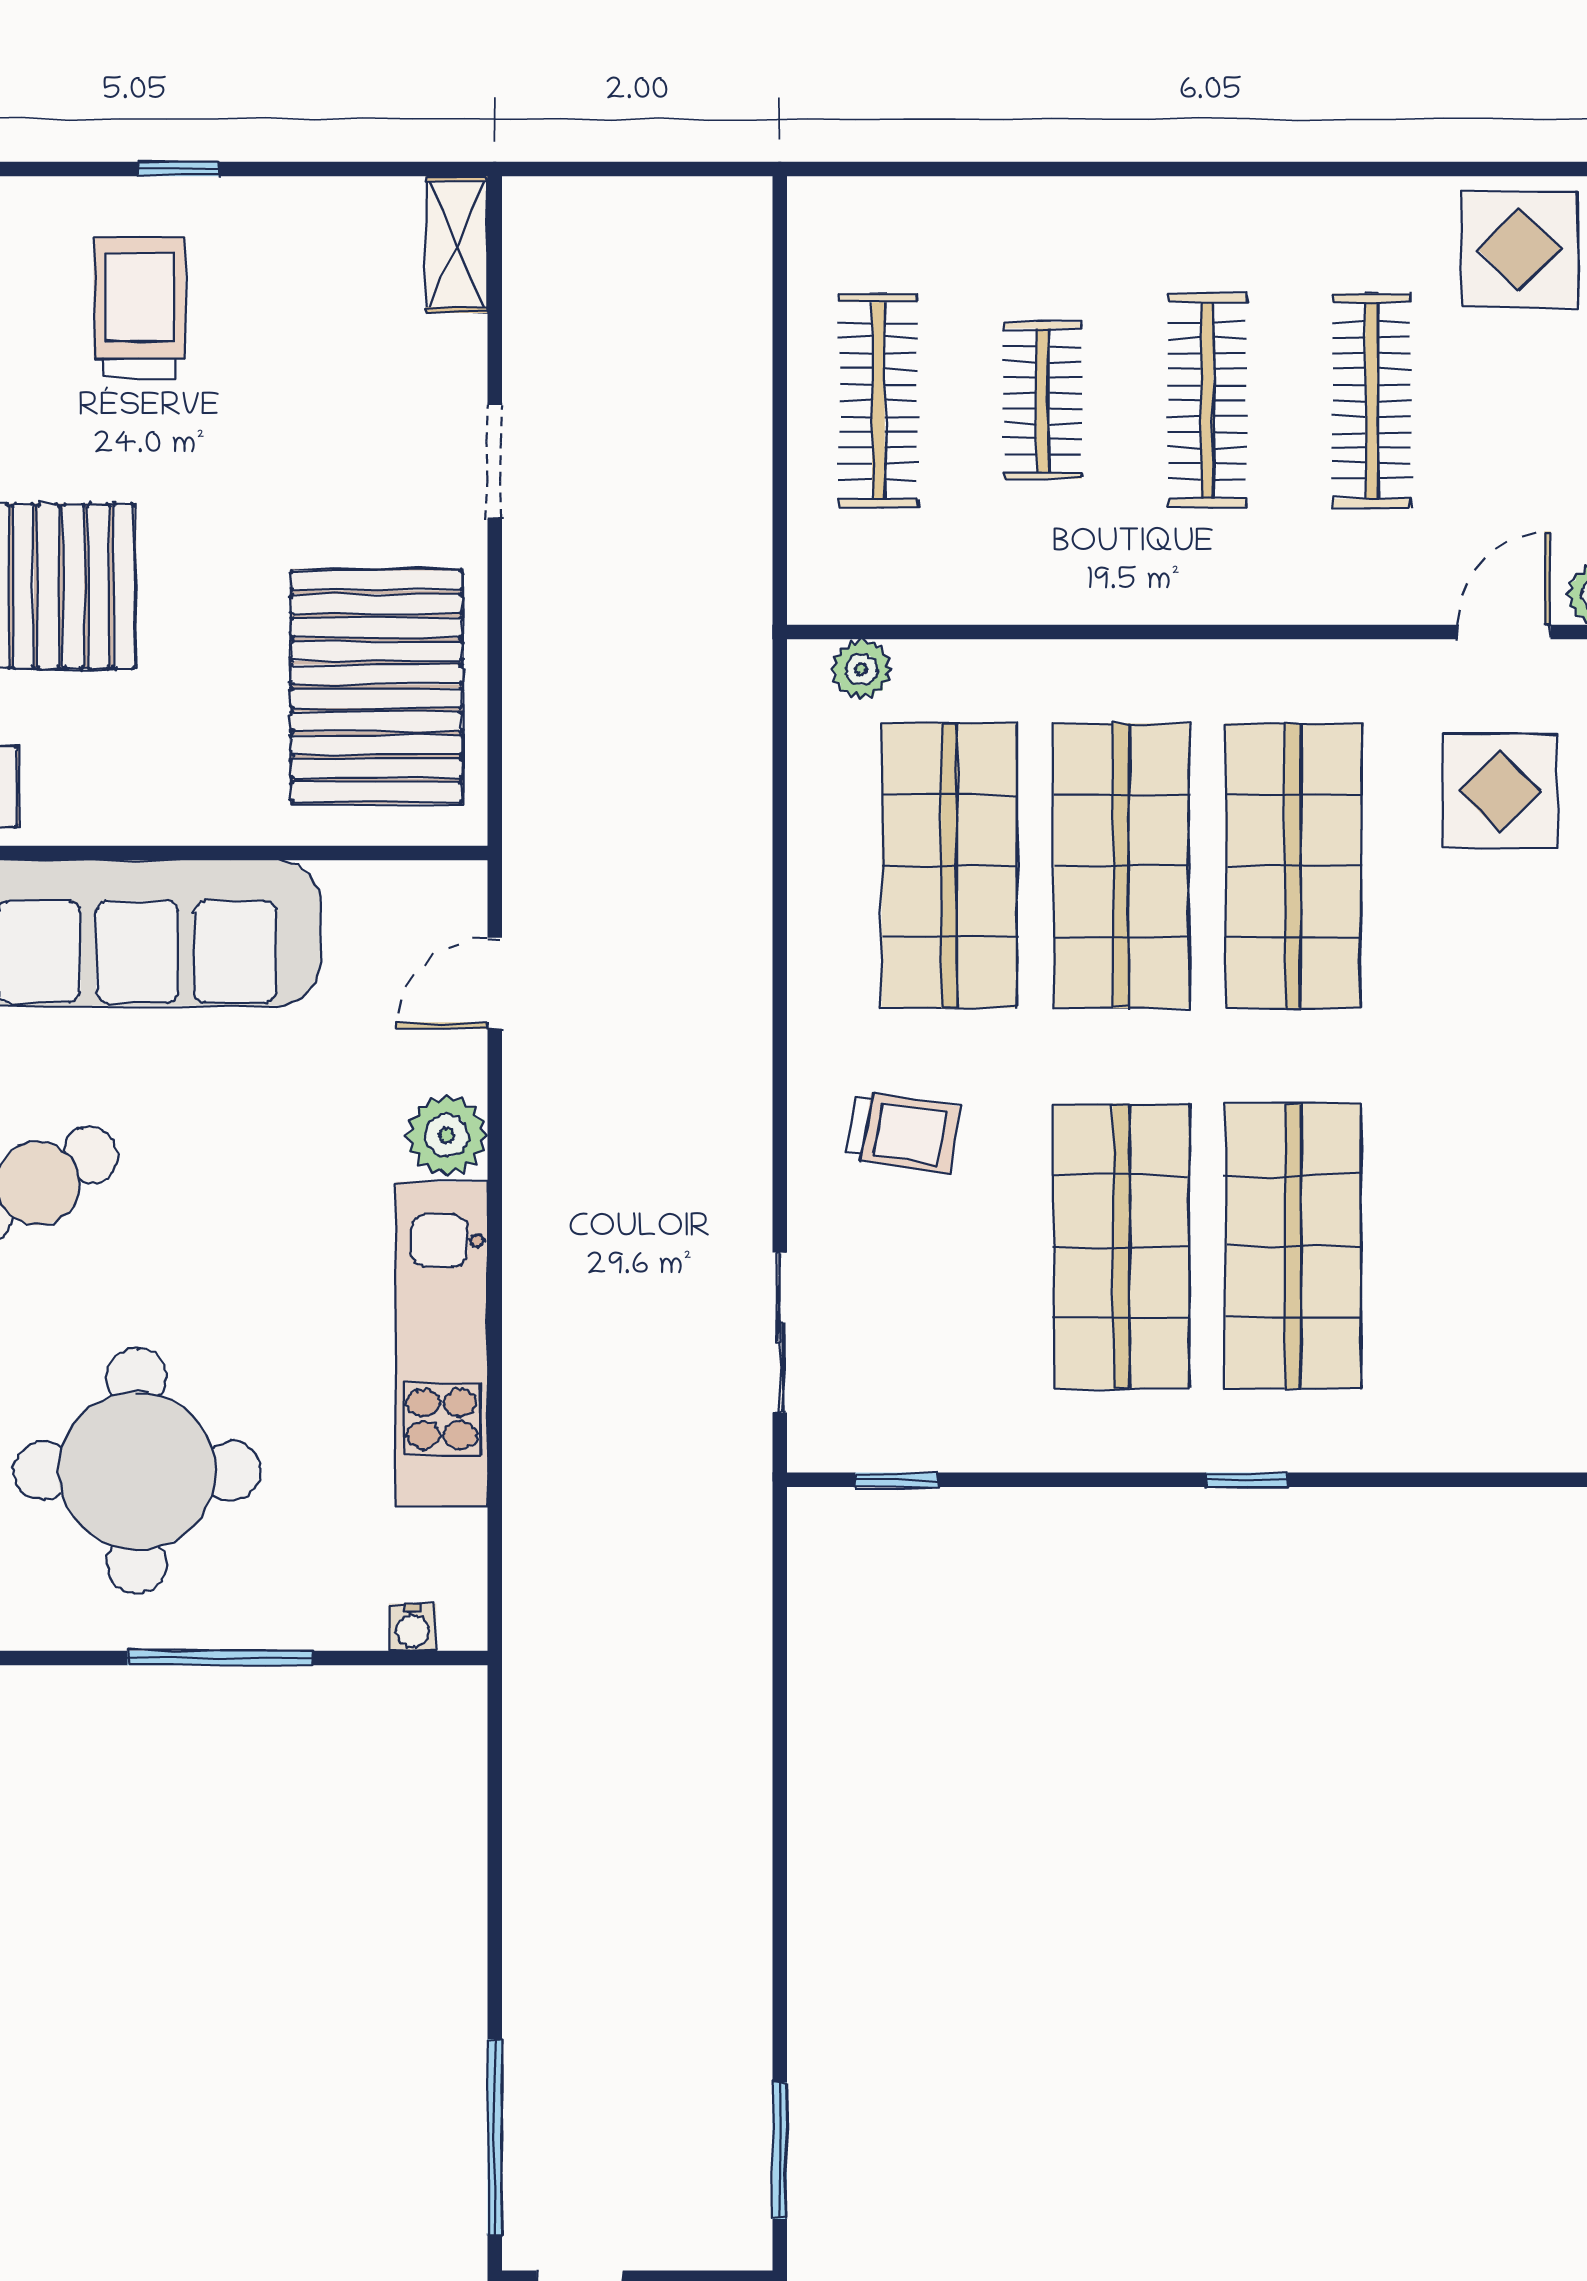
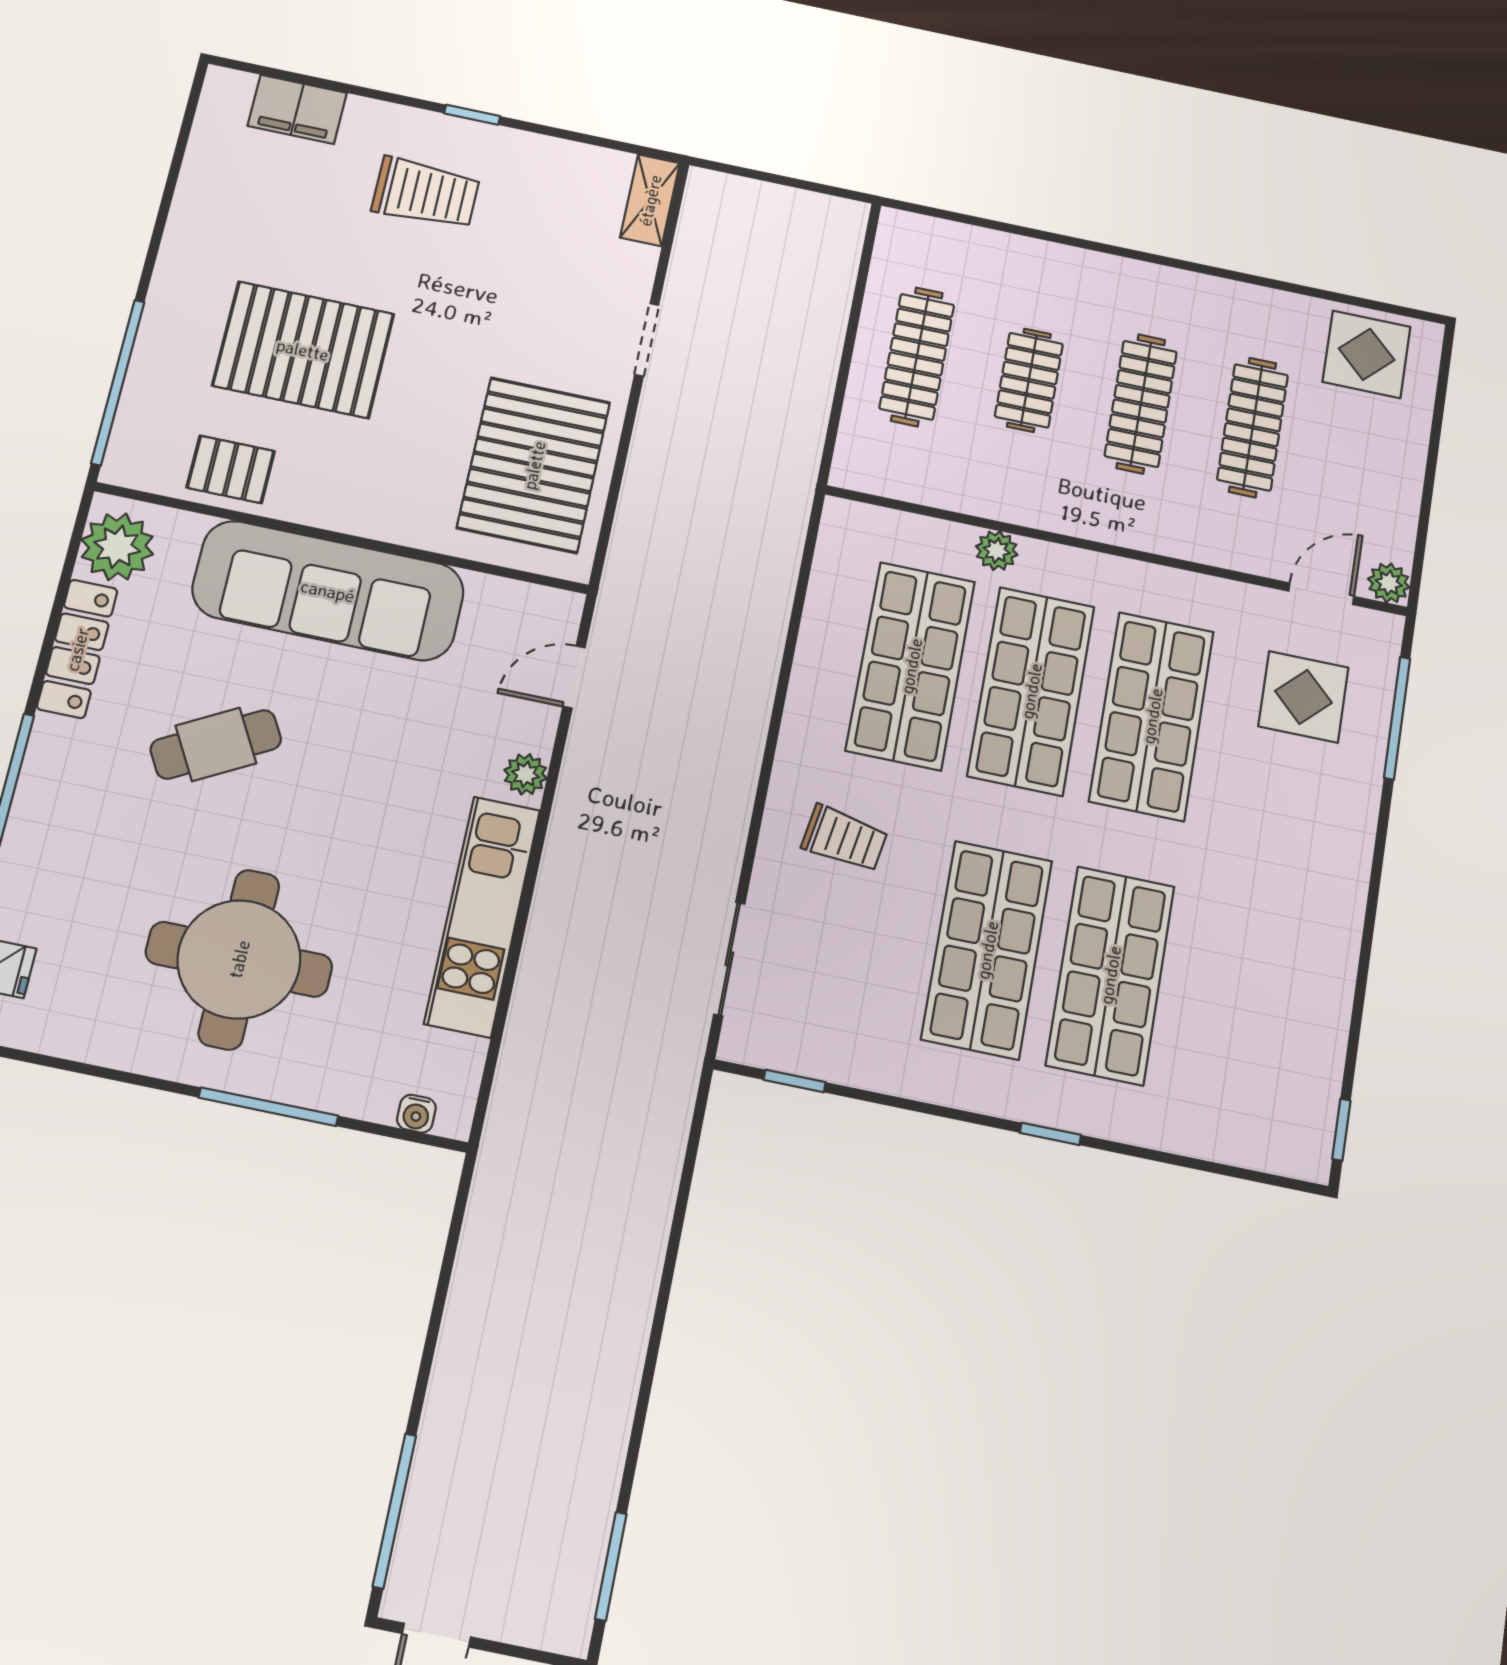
trolley: (139, 307) -> (426, 193), turned 90
plant: (862, 669) -> (997, 551), moved
plant: (447, 1135) -> (526, 774), width x0.73, depth x0.73

